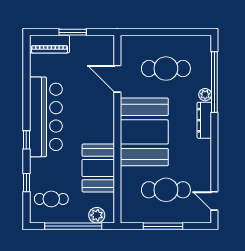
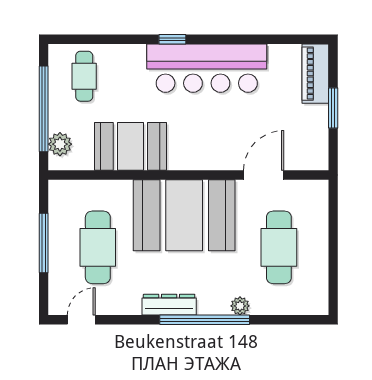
window: (214, 82) -> (205, 320), moved
dresser: (204, 120) -> (169, 305), moved
window: (26, 183) -> (109, 39), removed

